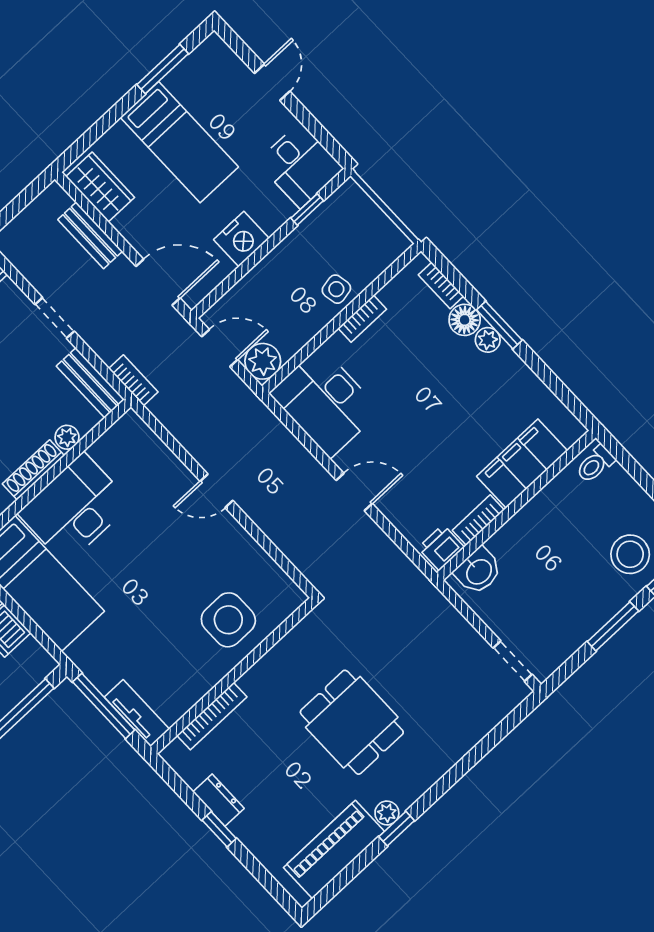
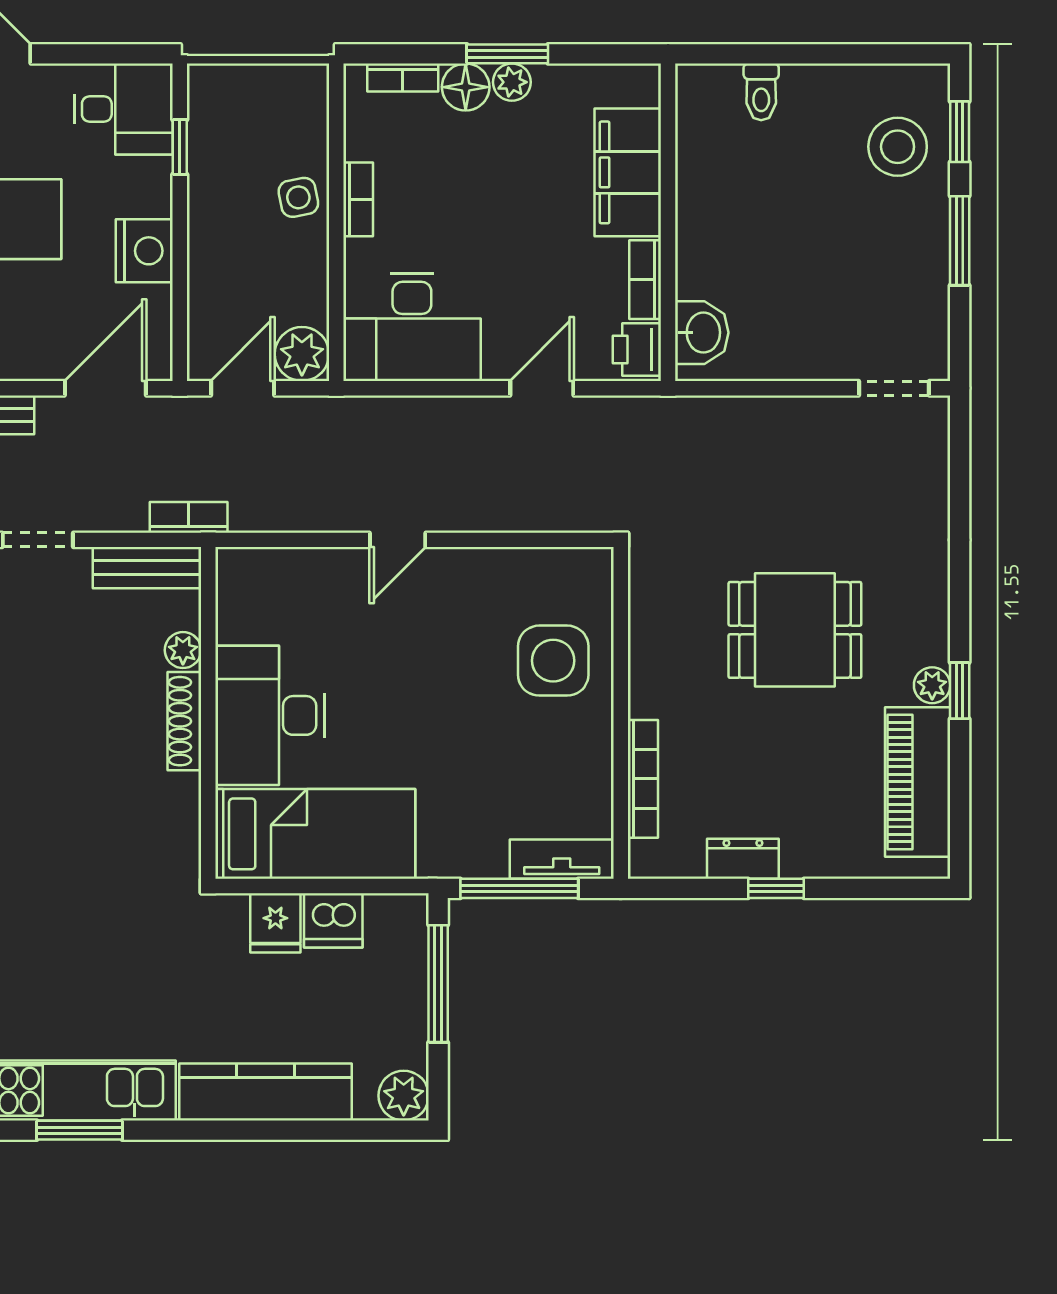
filing cabinet: (522, 464) -> (628, 172), moved
wall: (516, 505) -> (668, 222), moved
bookcase: (478, 520) -> (645, 280), moved
printer: (441, 548) -> (637, 350), moved
washbasin: (478, 571) -> (702, 333), moved

